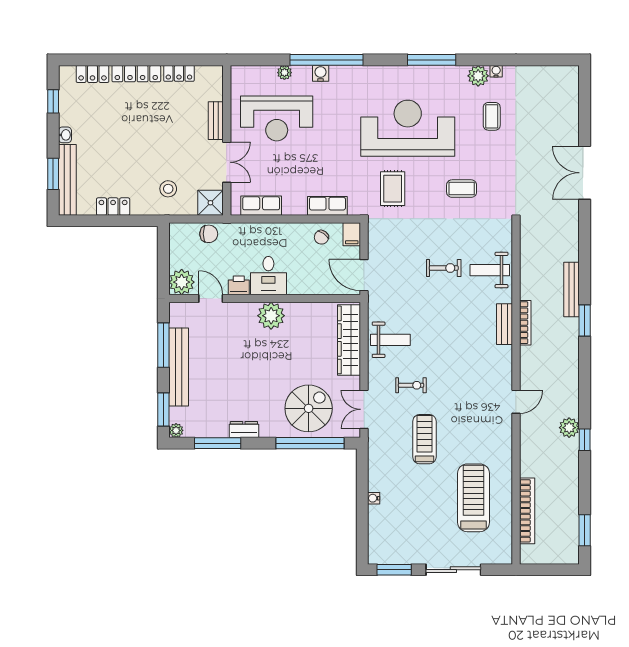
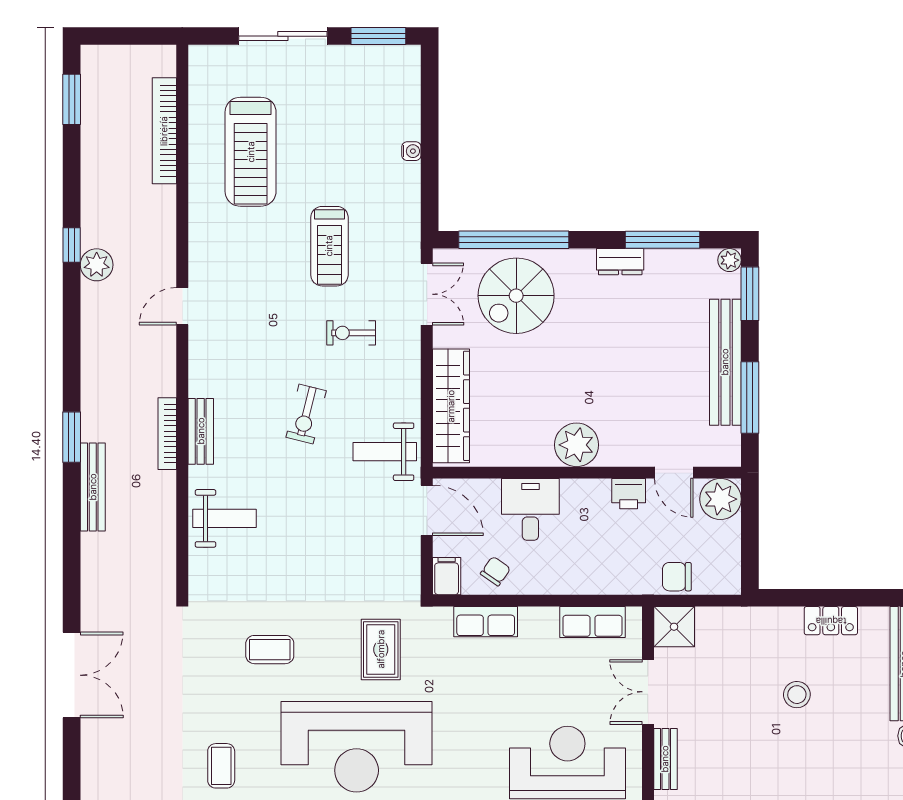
stool: (168, 189) -> (797, 695), moved
exercise bike: (444, 268) -> (306, 414), moved, turned -76
desk: (268, 276) -> (530, 509), moved
weight bench: (390, 340) -> (385, 452), moved

